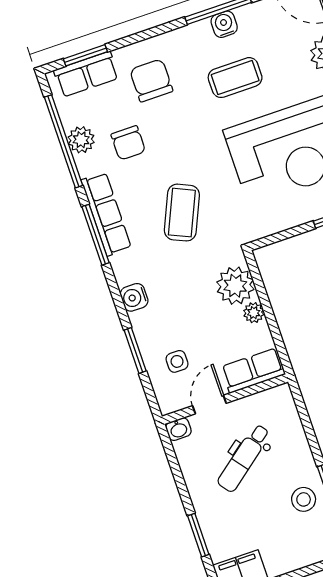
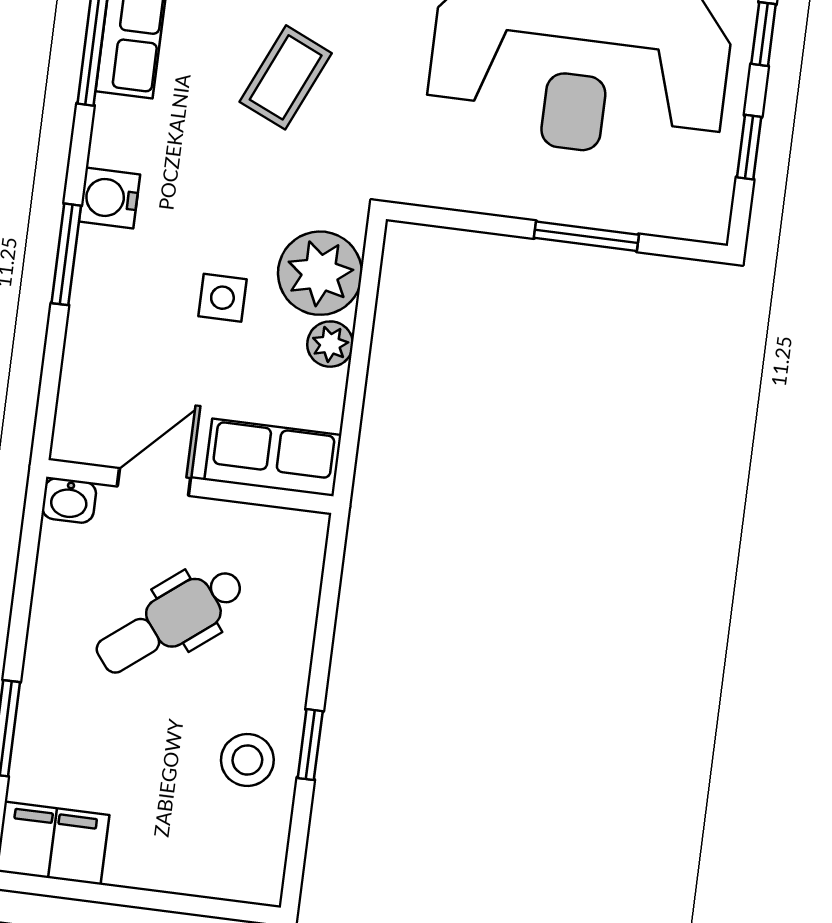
coffee table: (182, 213) -> (286, 77), width x0.73, depth x0.77
window: (135, 351) -> (66, 254), moved
side table: (177, 361) -> (222, 298), moved

